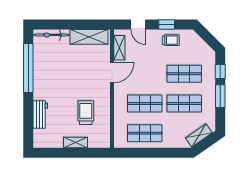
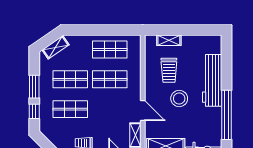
door: (112, 72) -> (143, 111), swing flipped
stool: (76, 84) -> (179, 99), added
workbench: (40, 114) -> (212, 80), width x1.88, depth x1.32
shelving: (75, 143) -> (169, 40), moved

